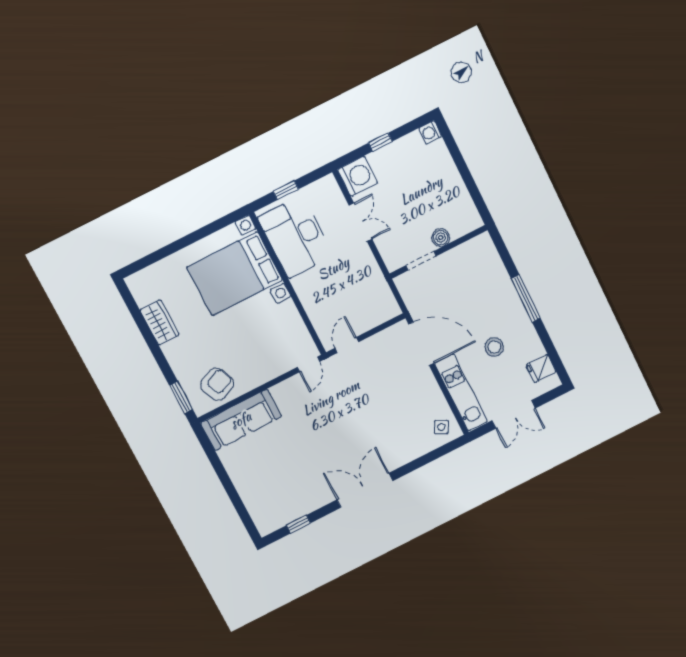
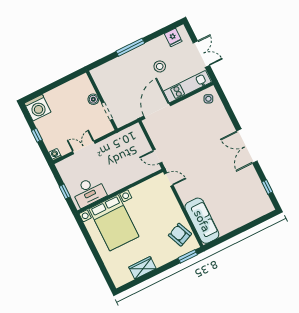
washing machine: (430, 132) -> (38, 108), width x1.89, depth x1.89
washing machine: (358, 176) -> (55, 155), width x0.53, depth x0.53
desk: (296, 237) -> (89, 192), width x0.73, depth x0.77

